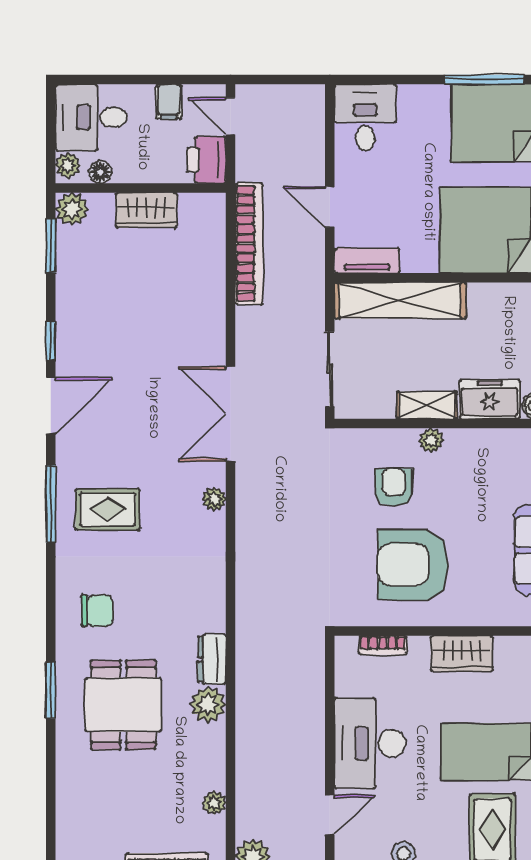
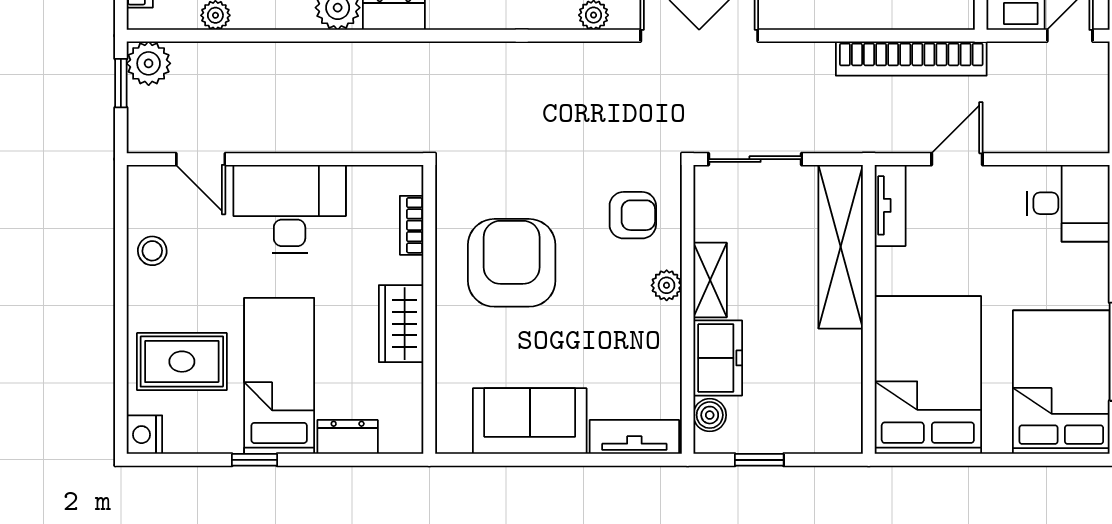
armchair: (394, 487) -> (633, 215), moved

